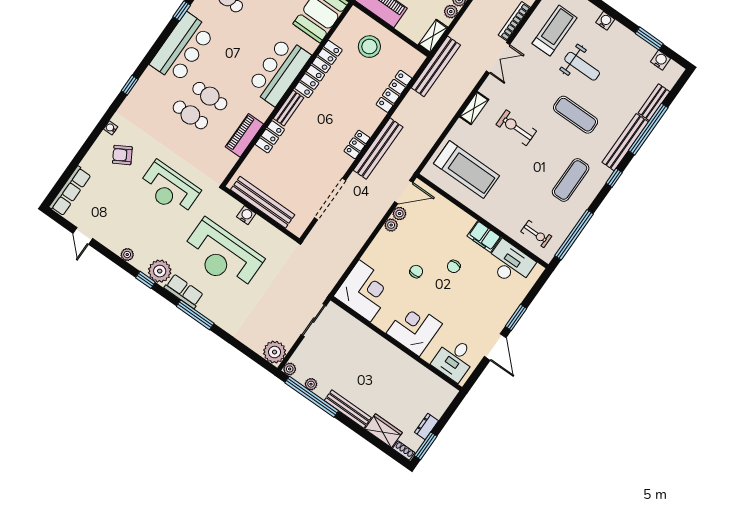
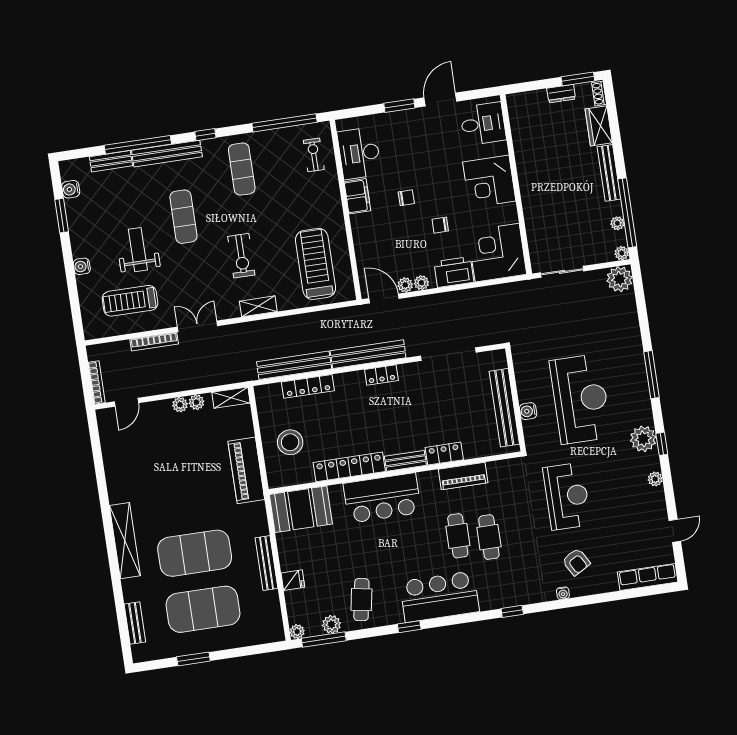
bench: (436, 66) -> (294, 365), moved
exercise mat: (571, 180) -> (242, 169), turned 90
printer: (378, 252) -> (454, 272), added
row of seats: (184, 291) -> (641, 403), removed

